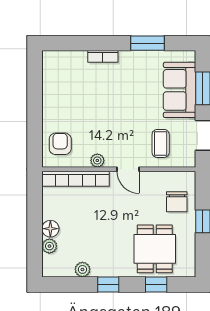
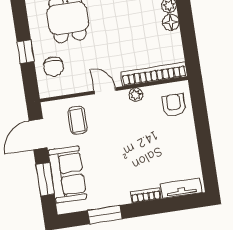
tv unit: (66, 58) -> (181, 188), added
armchair: (60, 144) -> (174, 105), turned 180
chair: (177, 202) -> (53, 67), turned 180

